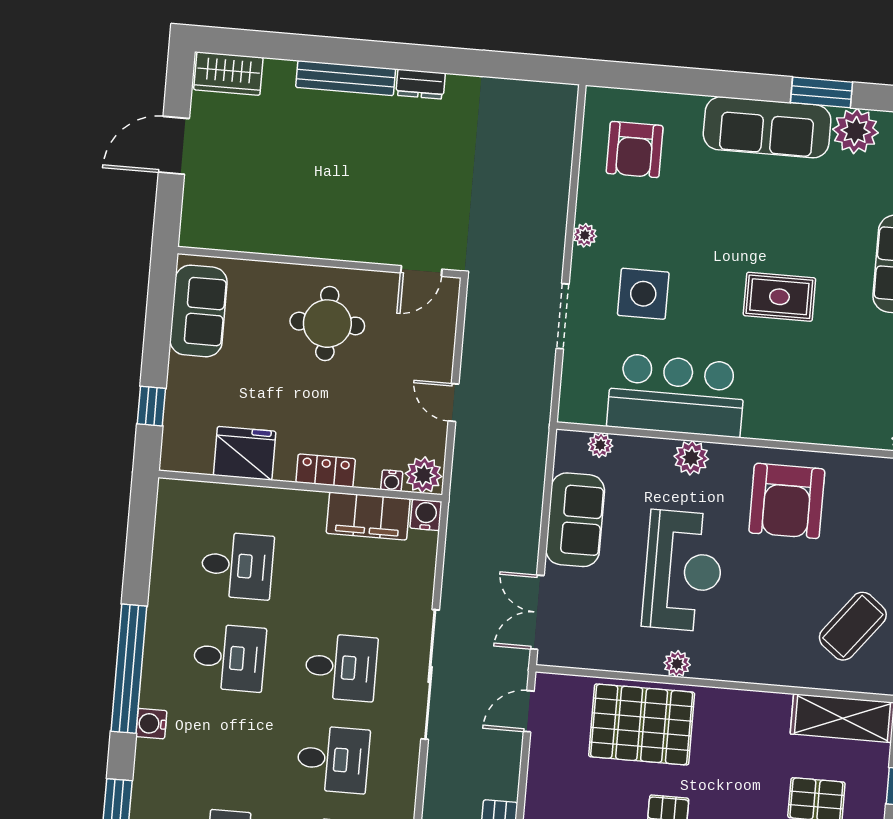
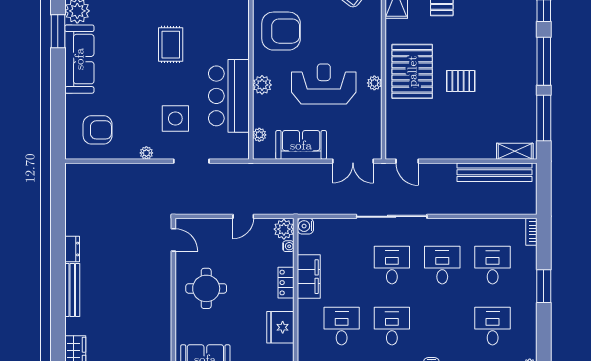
filing cabinet: (368, 516) -> (309, 277), moved
pallet: (642, 724) -> (412, 71), moved

